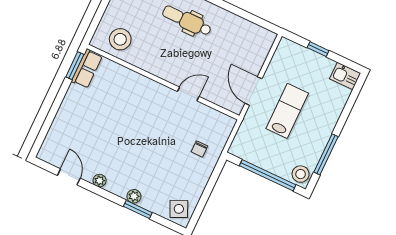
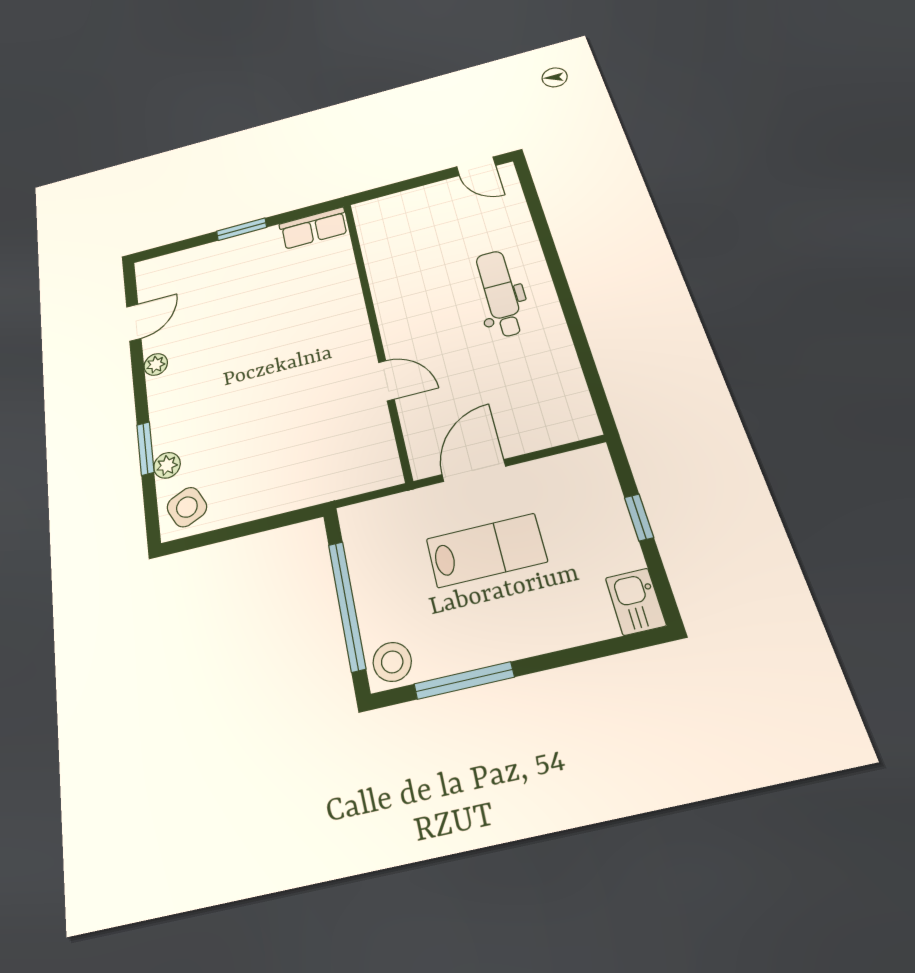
stool: (120, 39) -> (393, 235), removed
window: (75, 66) -> (242, 229), moved
chair: (199, 149) -> (310, 463), removed
plant: (134, 196) -> (167, 465), moved

